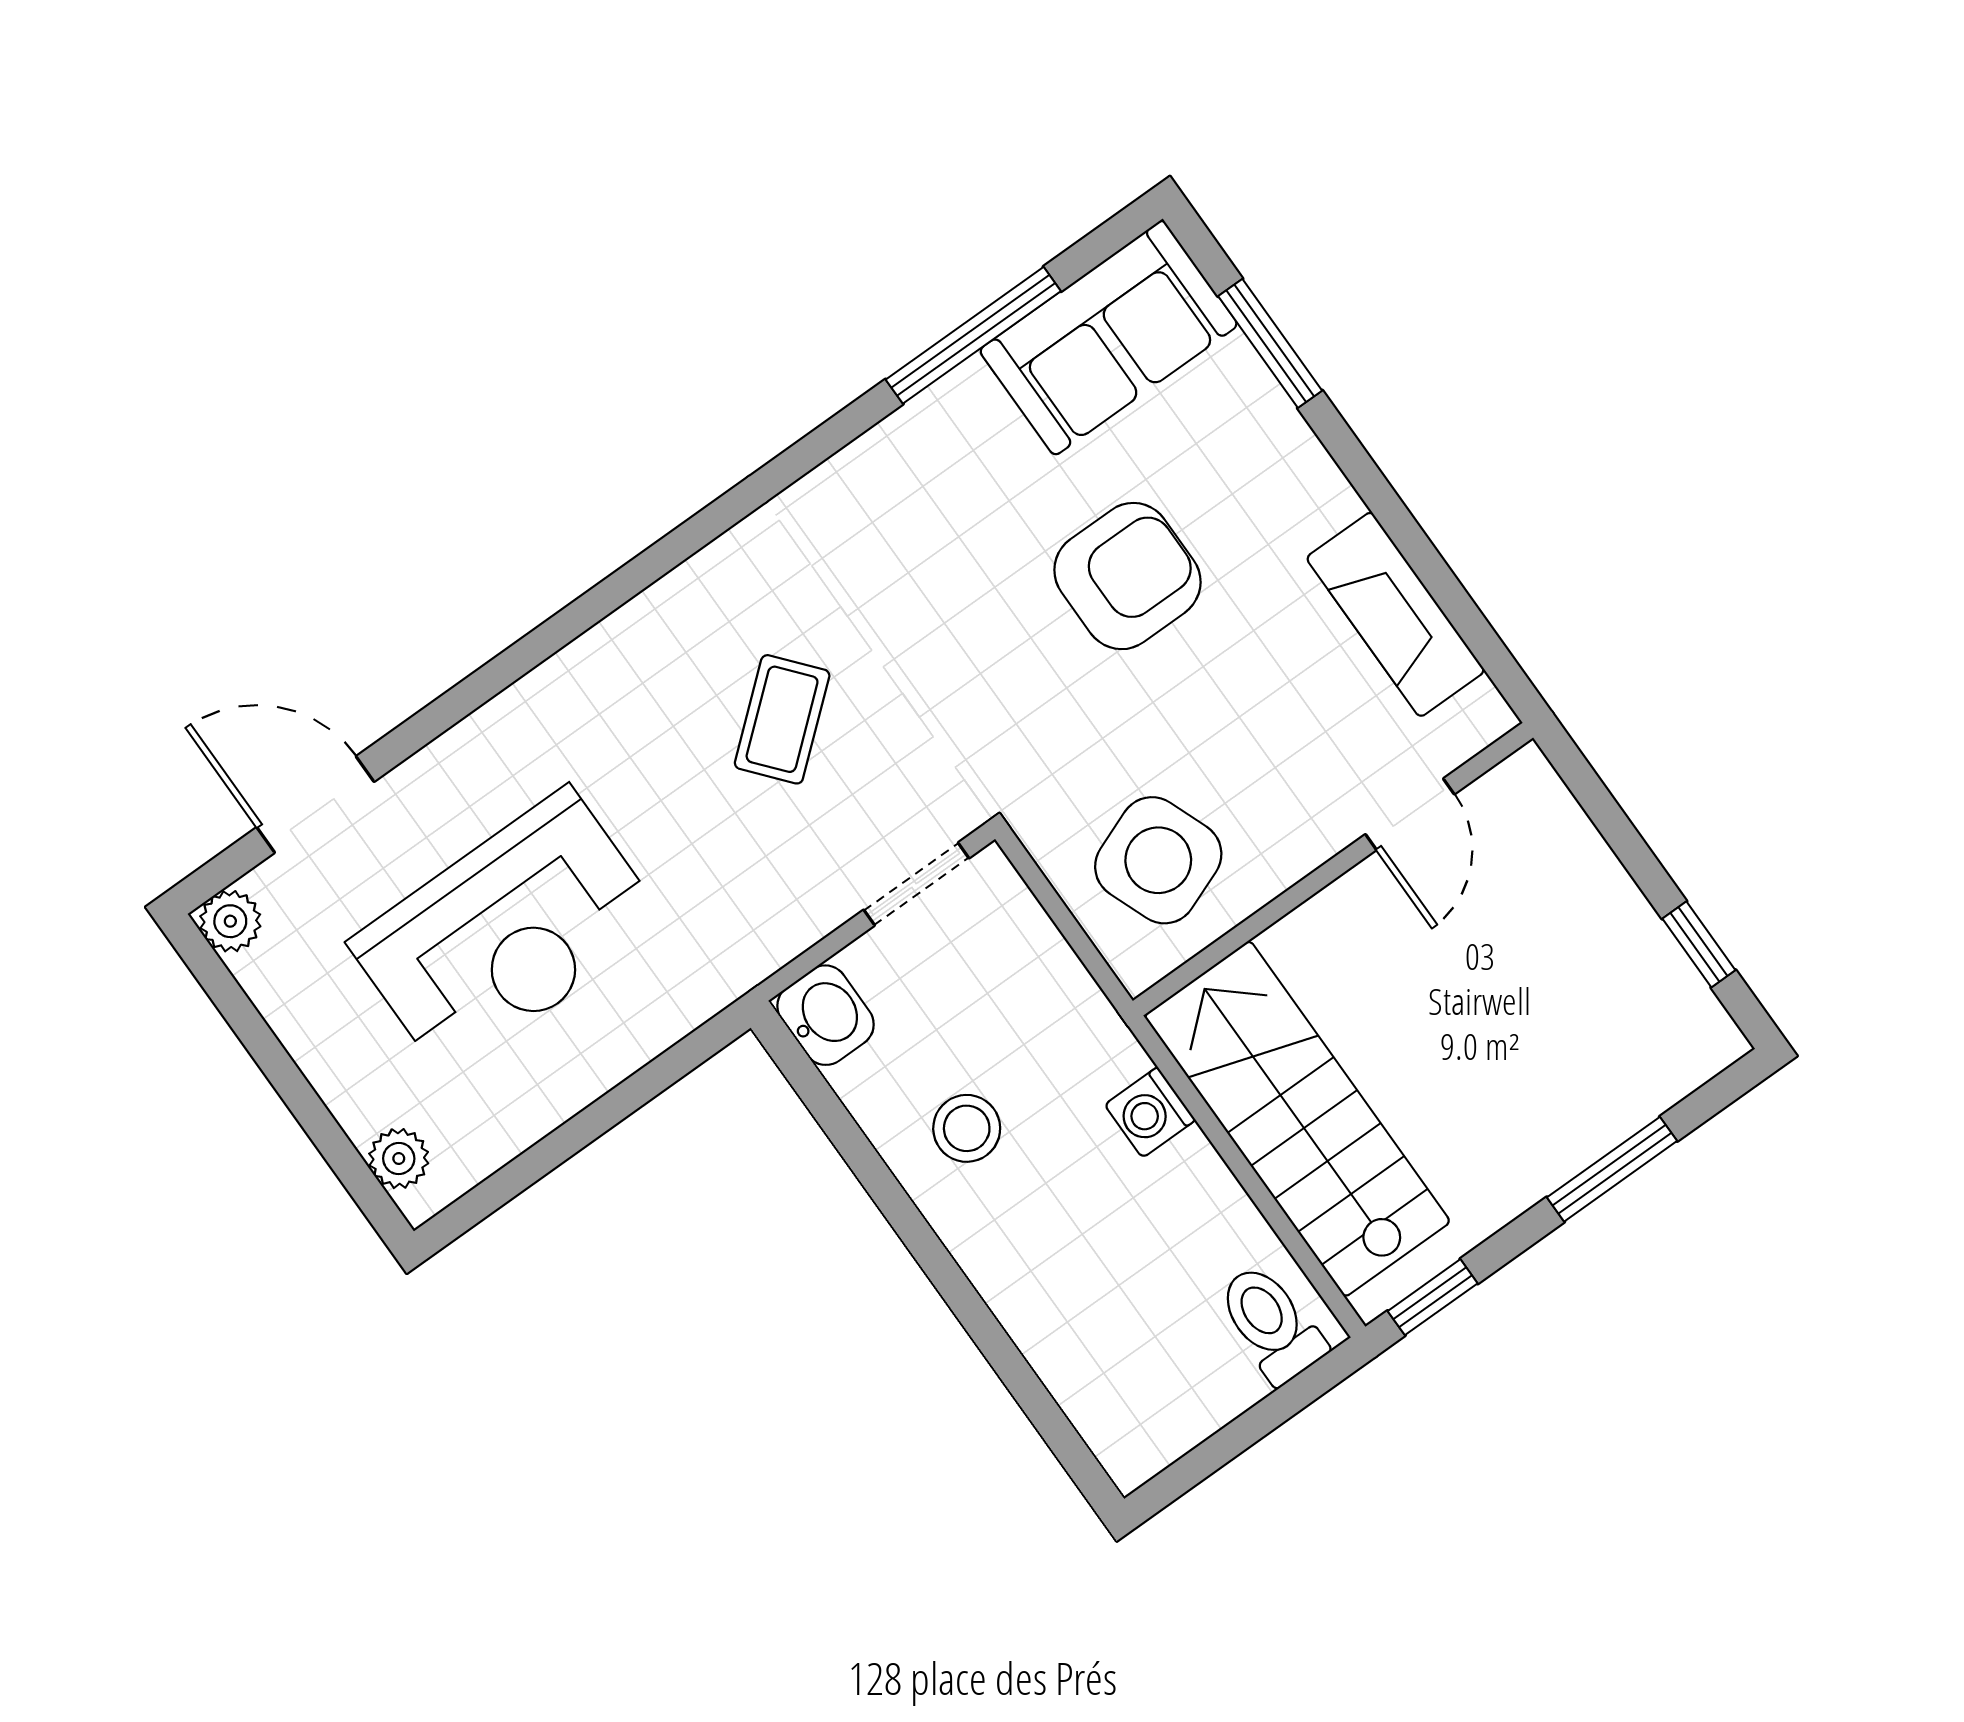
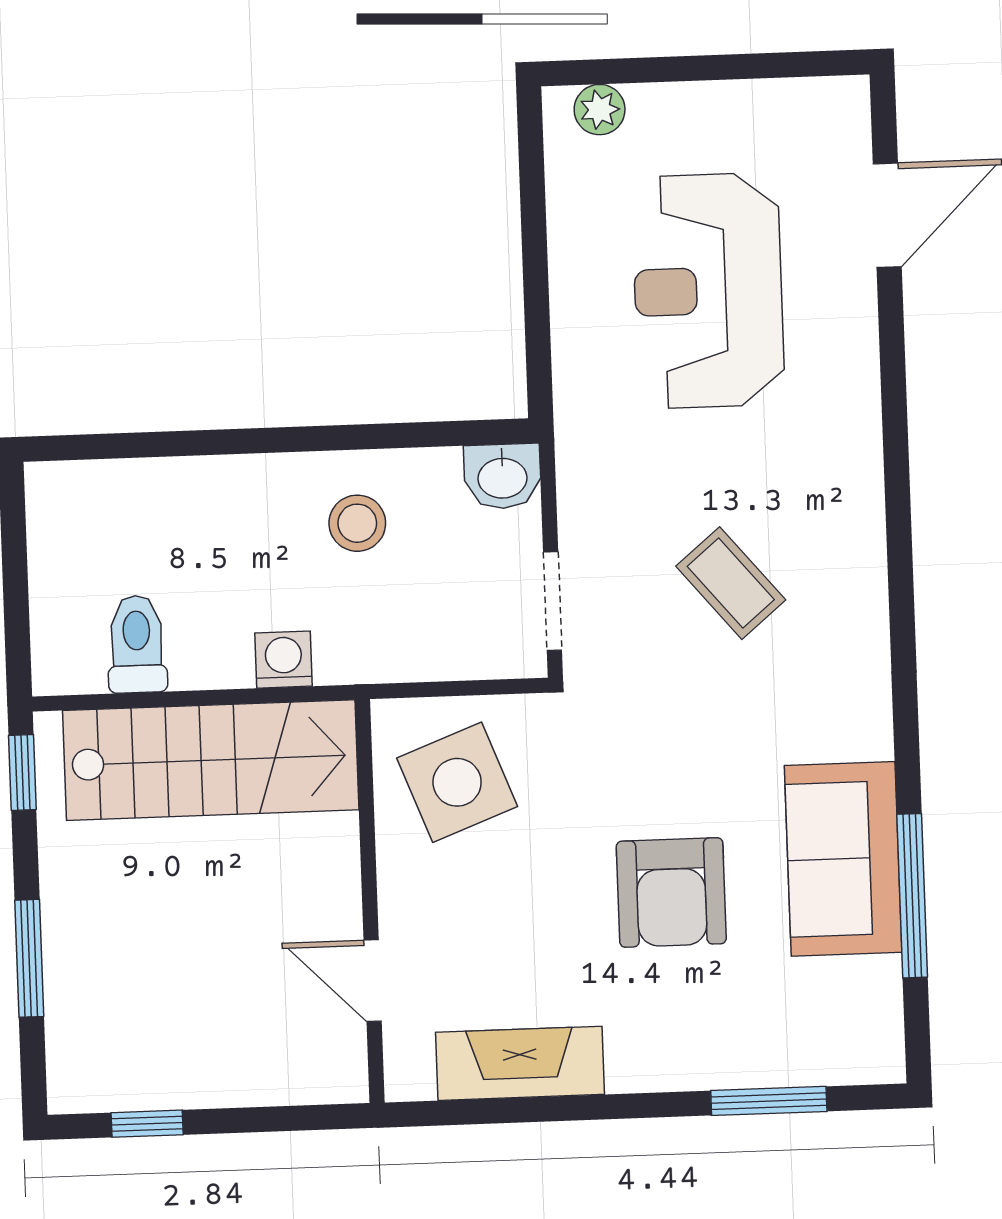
sofa: (1109, 338) -> (843, 859), moved
plant: (230, 921) -> (845, 101), removed
toilet: (1271, 1324) -> (137, 644), moved, turned -90

